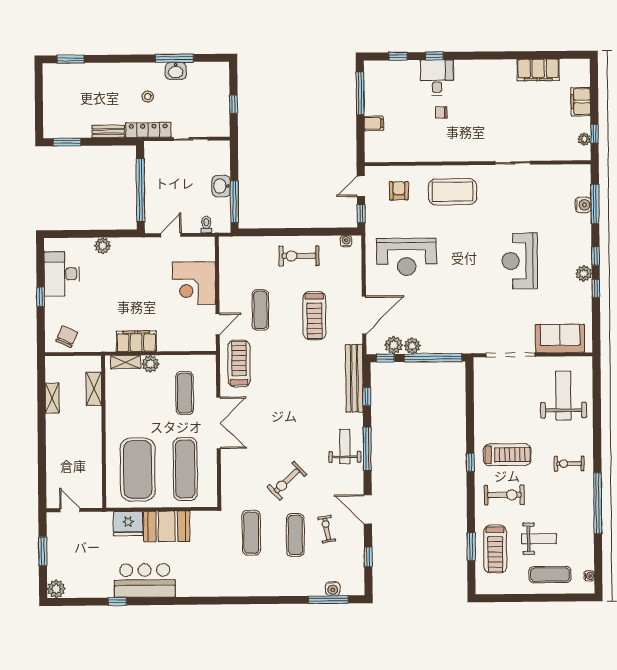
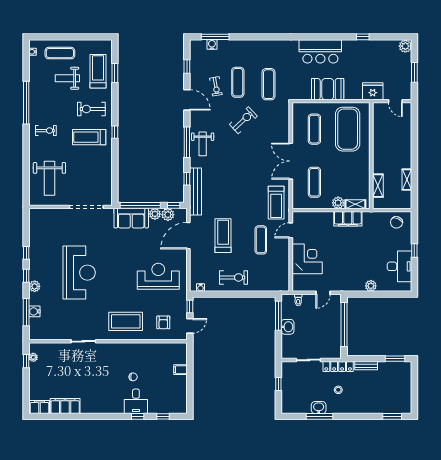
window: (360, 93) -> (190, 391), removed
filing cabinet: (581, 102) -> (40, 407), moved, turned -90
reception desk: (520, 261) -> (79, 273), width x1.36, depth x1.30
plant: (584, 273) -> (35, 286), moved
sofa: (560, 339) -> (131, 218), moved
exercise mat: (185, 469) -> (314, 129), width x0.73, depth x0.69
fridge: (128, 524) -> (373, 91), moved
bar counter: (145, 580) -> (320, 51), moved

